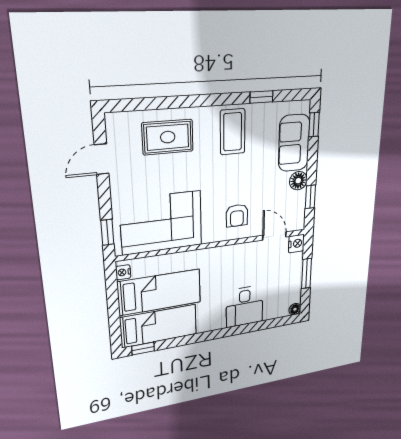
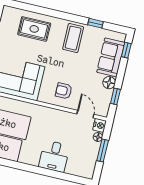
armchair: (237, 216) -> (64, 91), turned 90
floor lamp: (295, 309) -> (98, 137), moved

